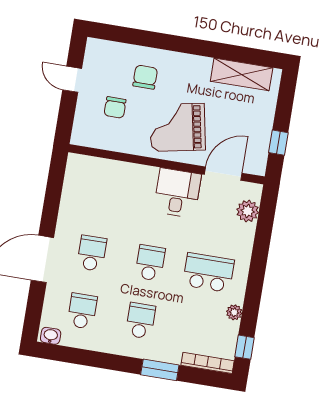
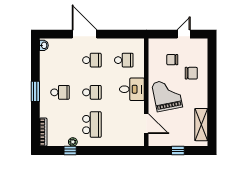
window: (278, 143) -> (178, 150), moved
desk: (177, 193) -> (132, 89), moved
plant: (248, 211) -> (128, 140), removed
school desk: (82, 311) -> (124, 60), moved
window: (244, 347) -> (70, 150), moved
window: (160, 370) -> (35, 91), moved

